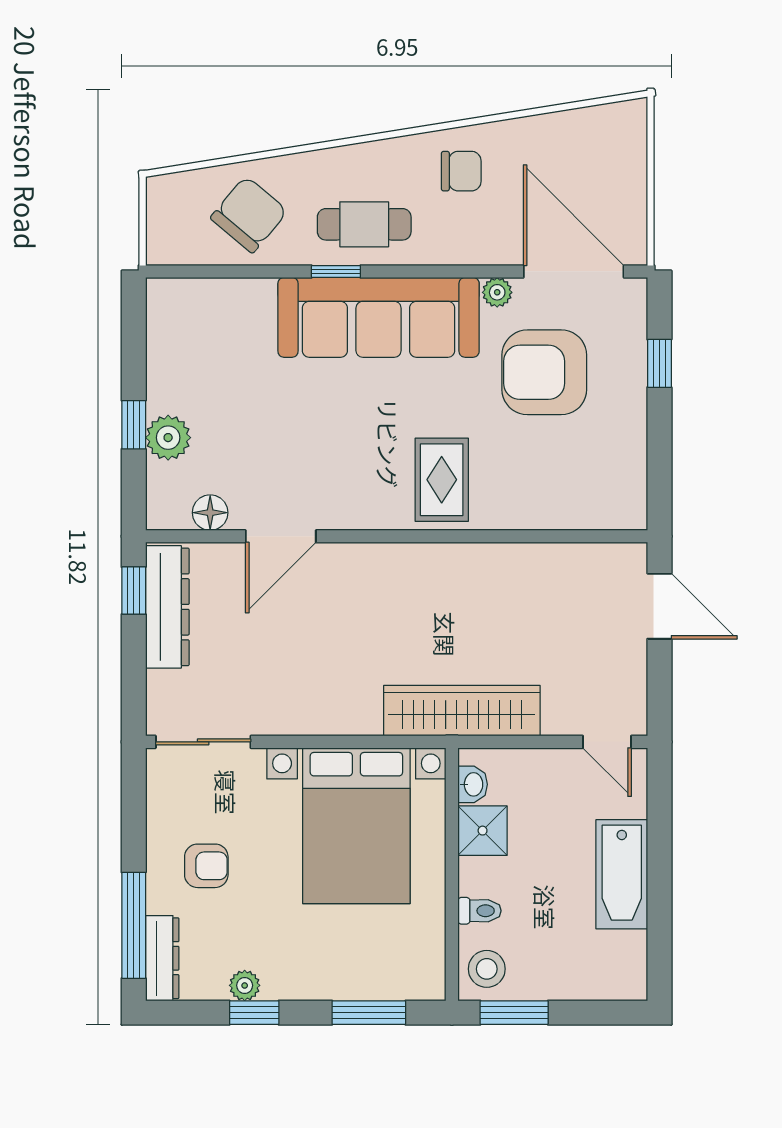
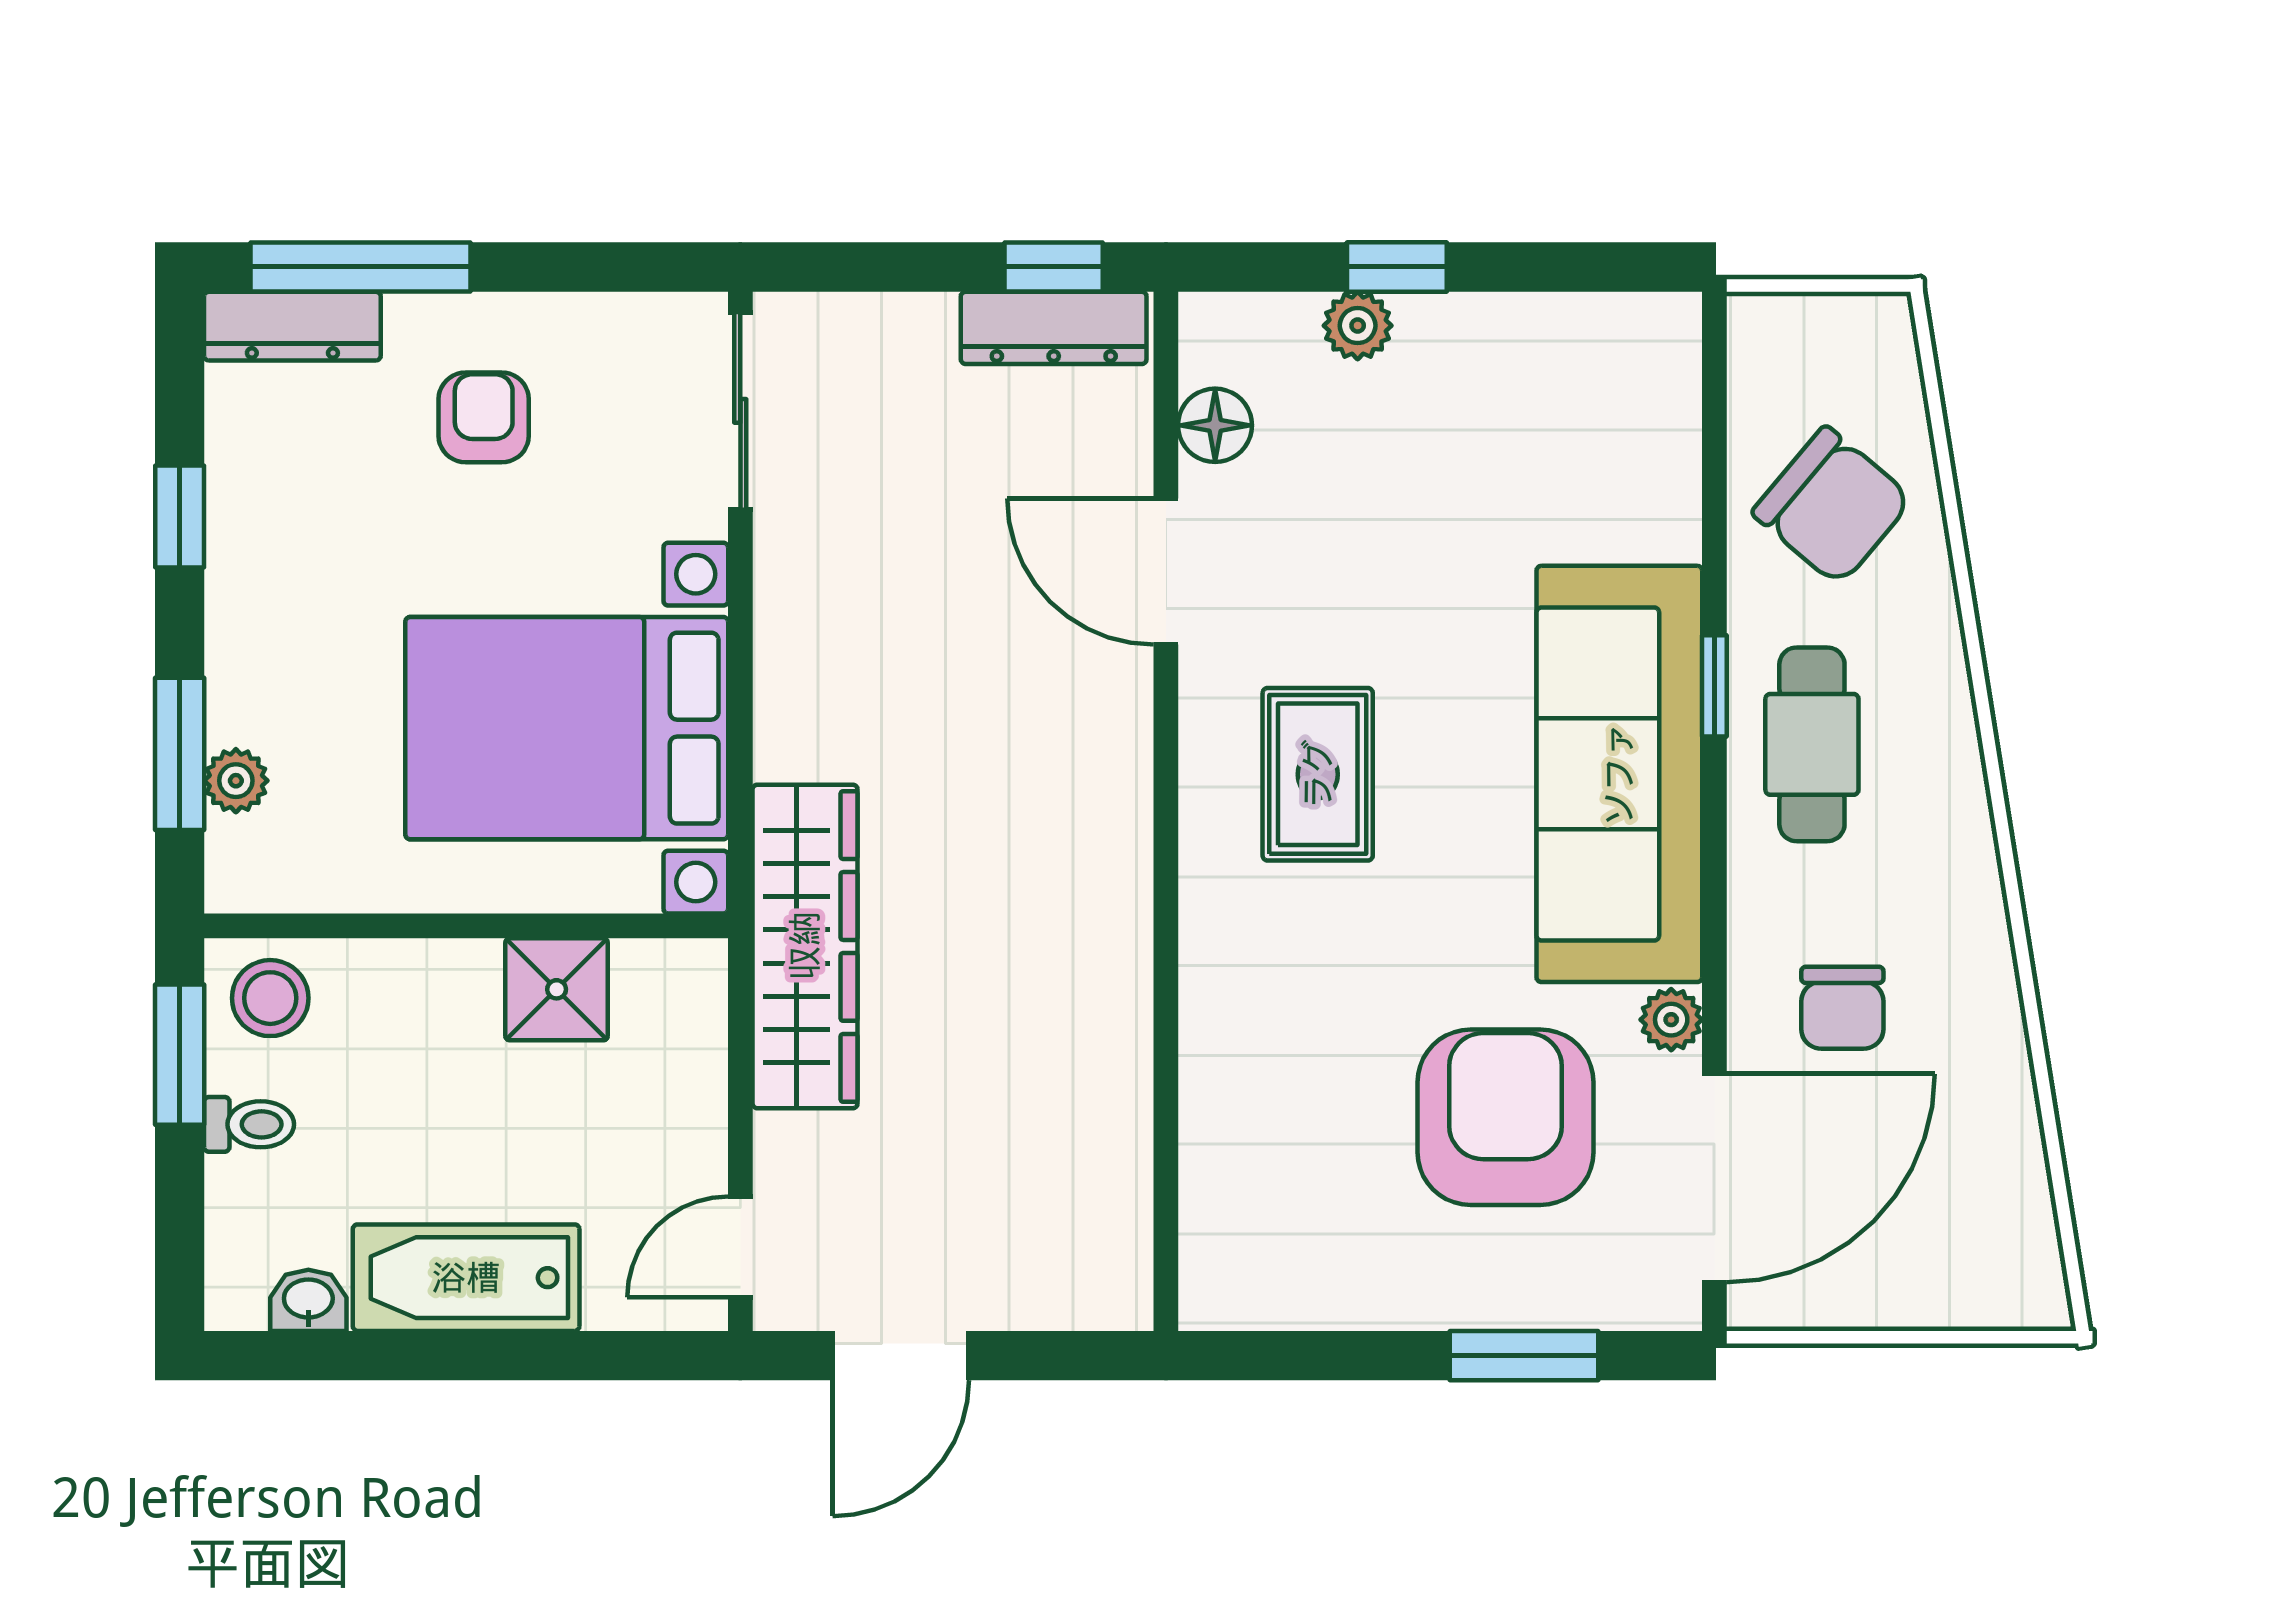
chair: (461, 171) -> (1842, 1008), moved
window: (659, 363) -> (1524, 1356), width x1.50
plant: (168, 438) -> (1358, 326), width x0.73, depth x0.73
rug: (442, 480) -> (1318, 774), moved, turned 90
door: (659, 606) -> (901, 1356), moved
dresser: (167, 607) -> (1054, 328), width x0.73, depth x0.80
washbasin: (473, 784) -> (308, 1300), moved, turned 180
armchair: (206, 866) -> (484, 417), turned 180
toilet: (479, 911) -> (249, 1124), moved, turned -90
plant: (245, 985) -> (236, 781), moved

